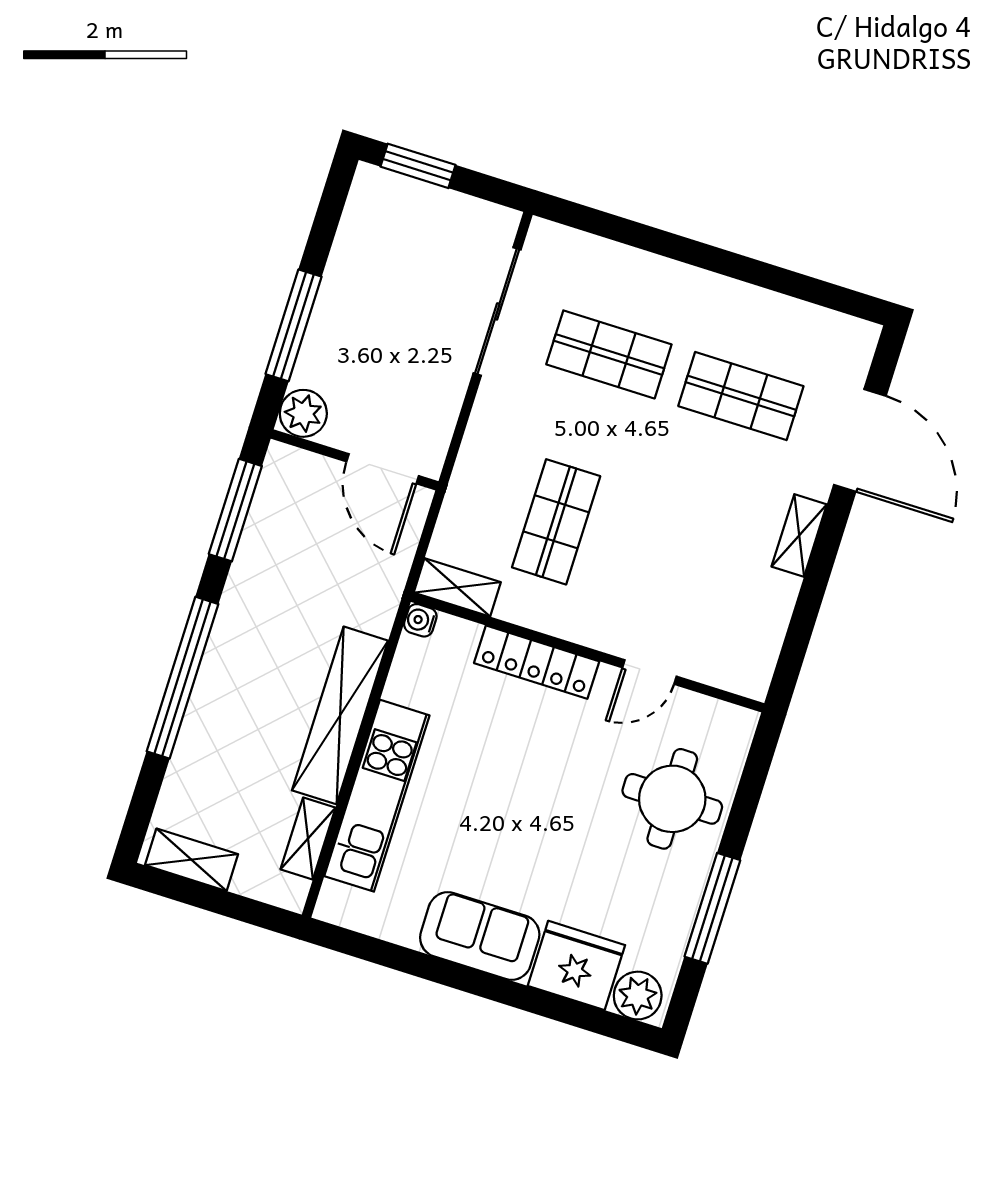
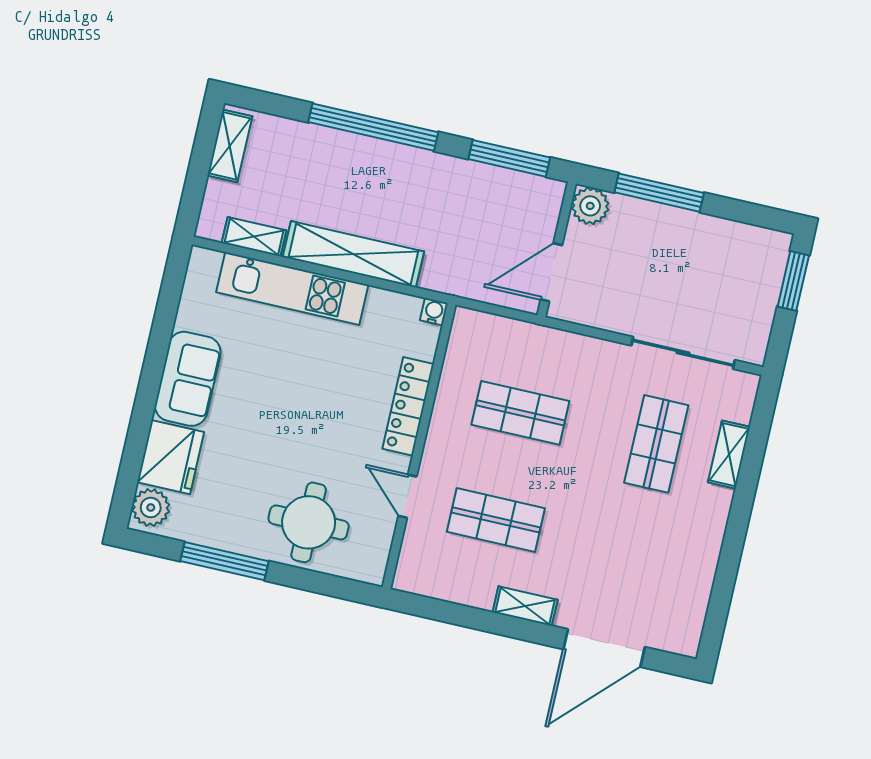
shop shelf: (741, 396) -> (496, 520), moved, turned 90
shelving: (457, 587) -> (729, 455), moved

